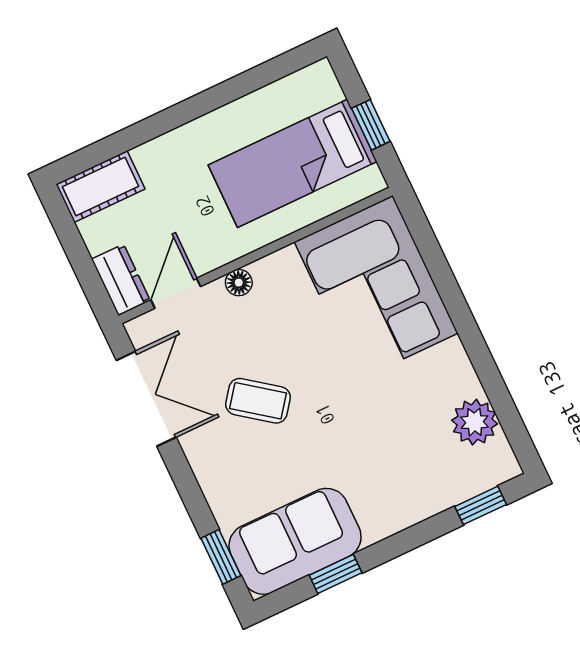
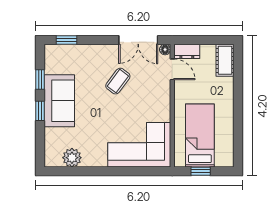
floor lamp: (239, 283) -> (165, 50), moved
window: (481, 505) -> (40, 111), moved
sofa: (295, 541) -> (59, 101), moved

